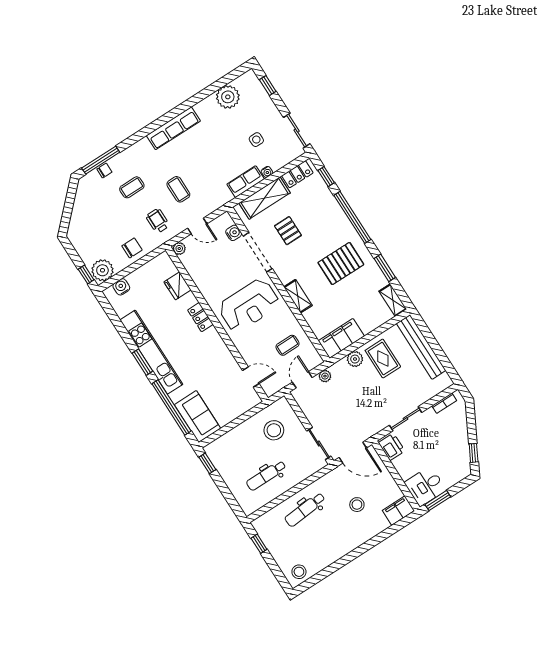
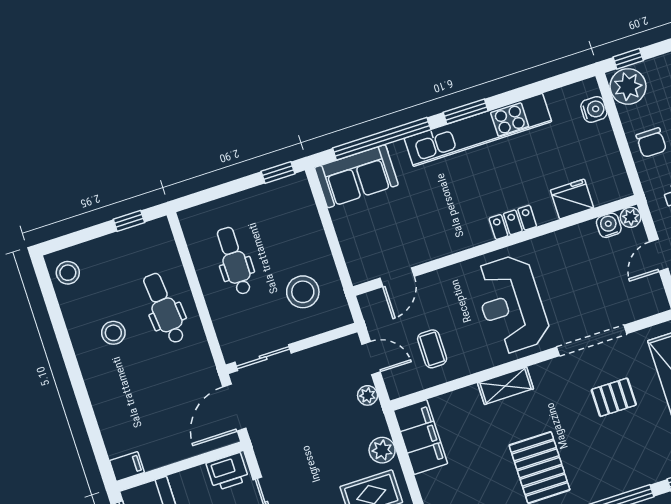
water cooler: (234, 233) -> (609, 225), moved, turned 180
stool: (357, 505) -> (113, 333), moved
filing cabinet: (398, 511) -> (127, 467), width x0.50

